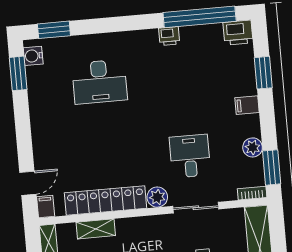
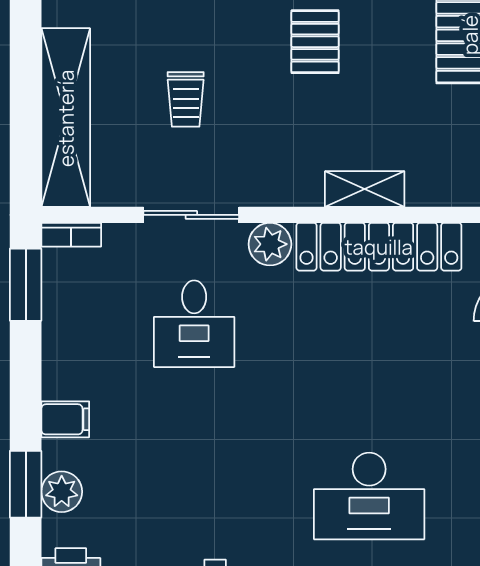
desk: (100, 82) -> (369, 496), turned 180
plant: (253, 147) -> (62, 492), moved
shelving: (96, 229) -> (365, 189), moved

